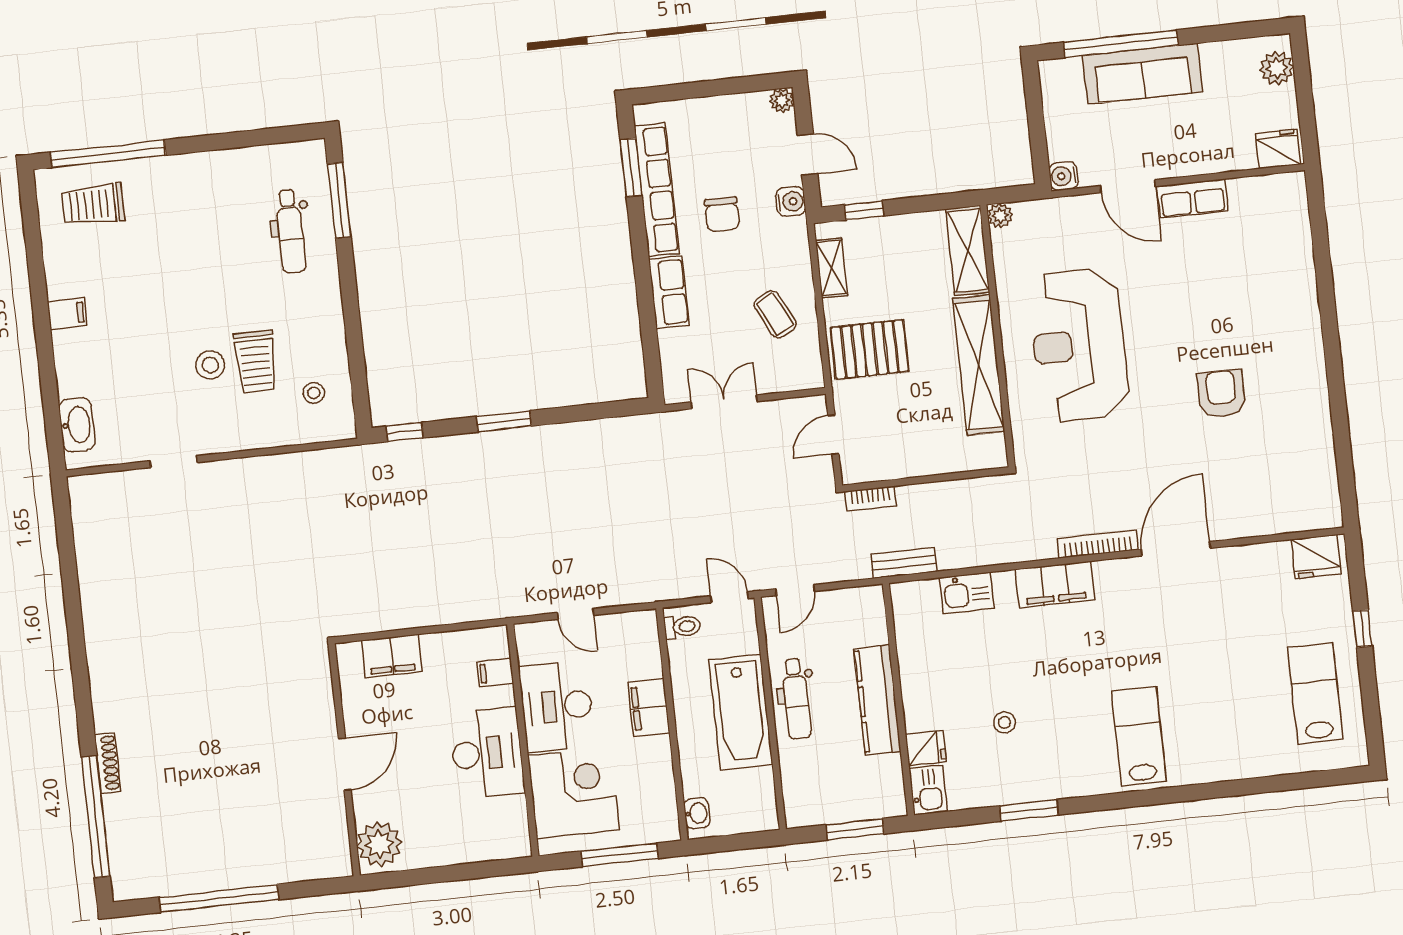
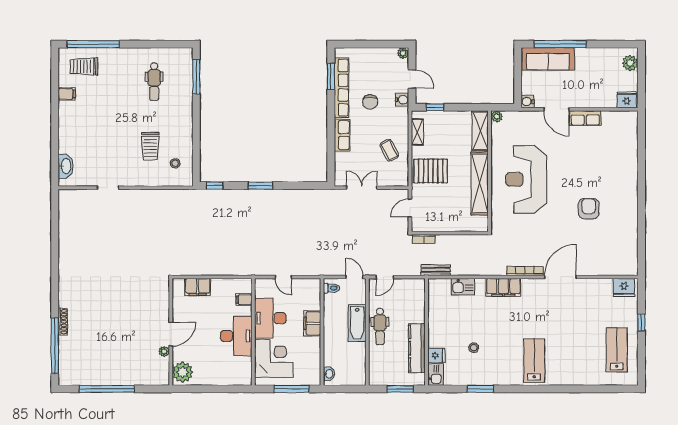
sofa: (1142, 74) -> (548, 59), moved
dental chair: (291, 231) -> (154, 82), moved
filing cabinet: (67, 314) -> (67, 94), moved
stool: (210, 365) -> (129, 145), removed
kitchen counter: (877, 700) -> (417, 348), moved
bathtub: (741, 712) -> (357, 323), width x0.73, depth x0.73
plant: (334, 804) -> (164, 352), added

